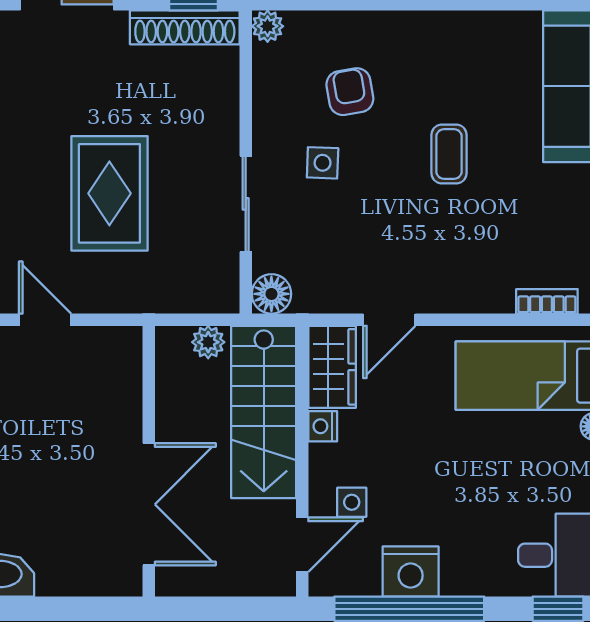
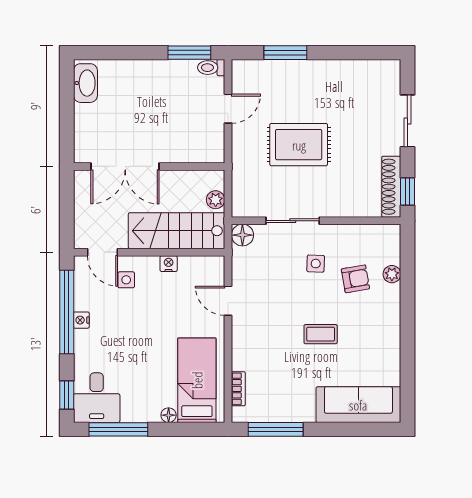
plant: (268, 26) -> (392, 274), moved
wardrobe: (332, 367) -> (202, 269), removed
nightstand: (411, 571) -> (81, 320), width x0.53, depth x0.56

